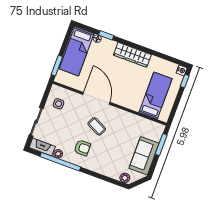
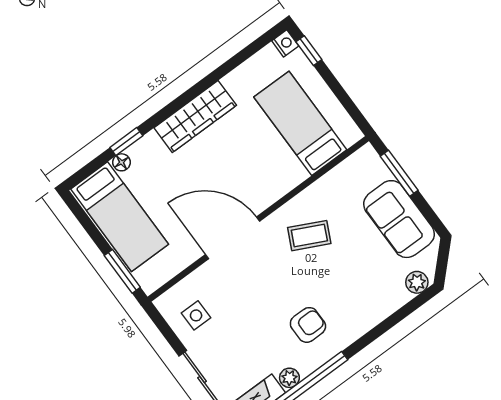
coffee table: (97, 126) -> (309, 236), moved

